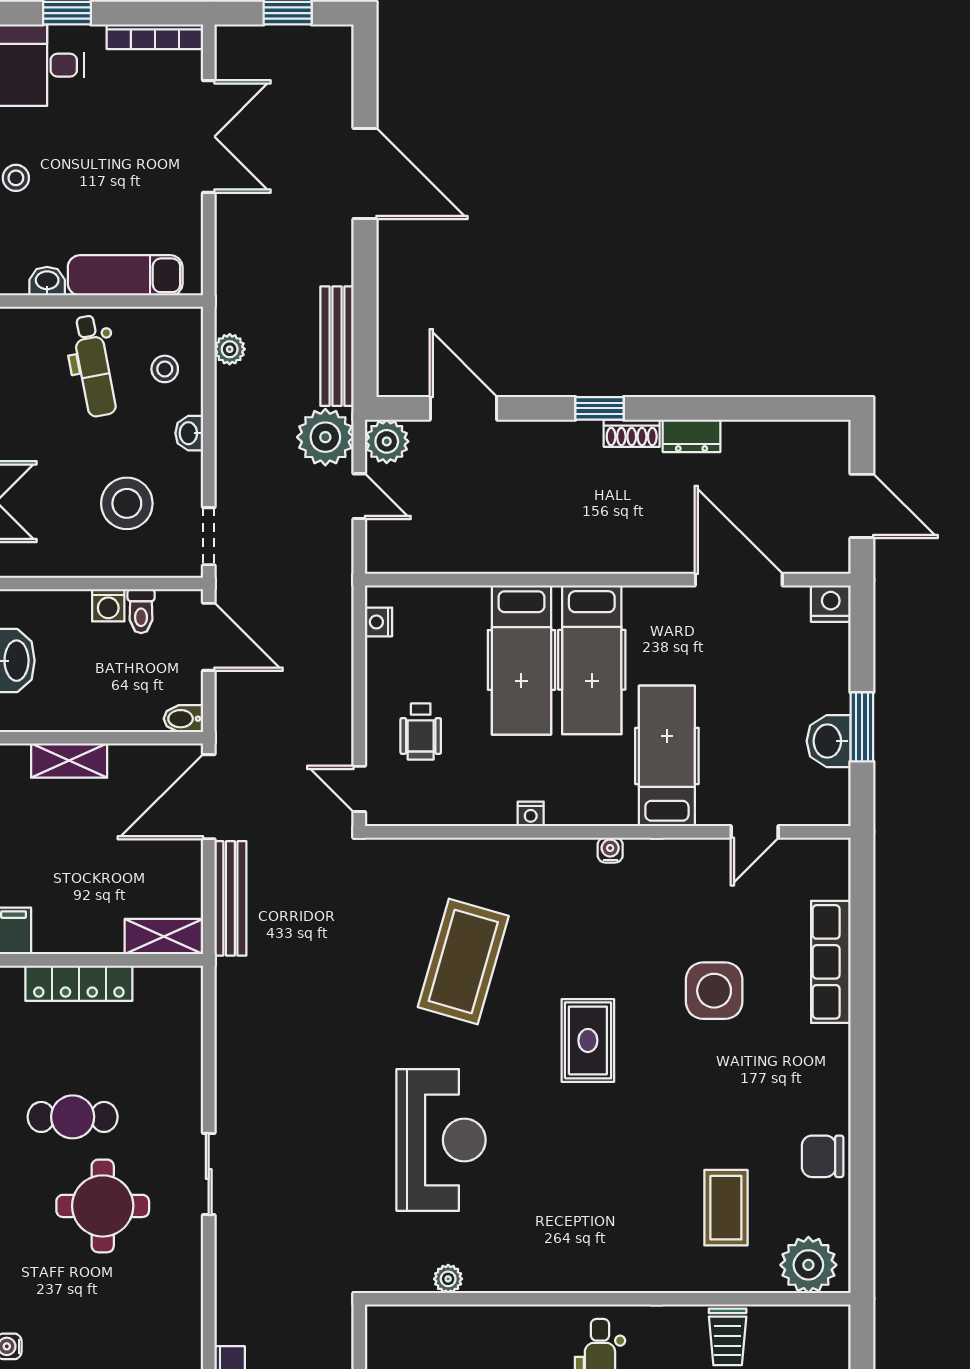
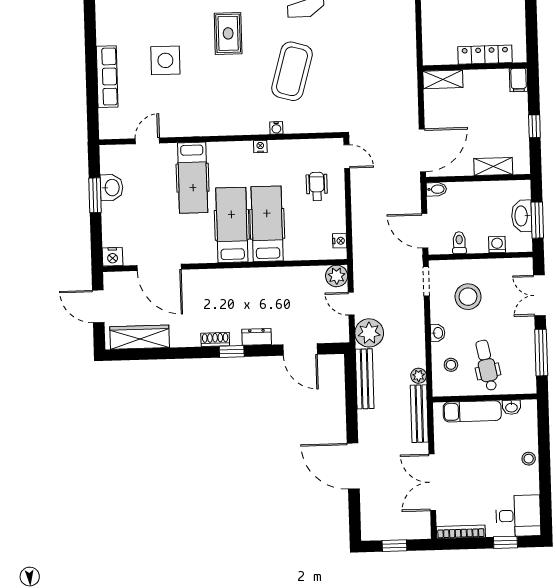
dresser: (692, 436) -> (257, 337), moved
plant: (387, 441) -> (337, 276), moved
wardrobe: (782, 442) -> (140, 337), added
washing machine: (108, 605) -> (497, 244), moved
water cooler: (610, 850) -> (276, 128), moved
bench: (230, 898) -> (419, 414), moved

